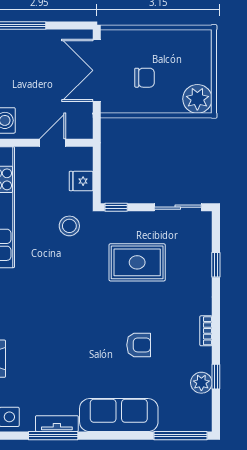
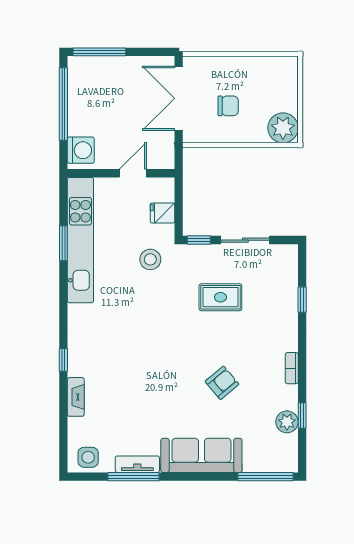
sliding door: (178, 207) -> (245, 240), moved
rug: (137, 262) -> (220, 297), width x0.73, depth x0.70
armchair: (139, 345) -> (222, 383), turned -40

